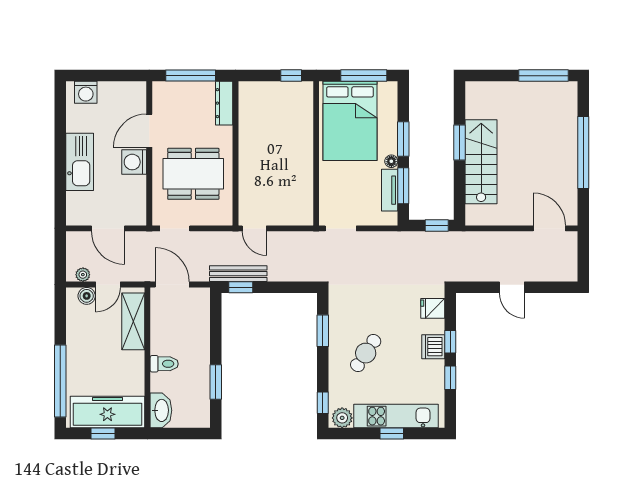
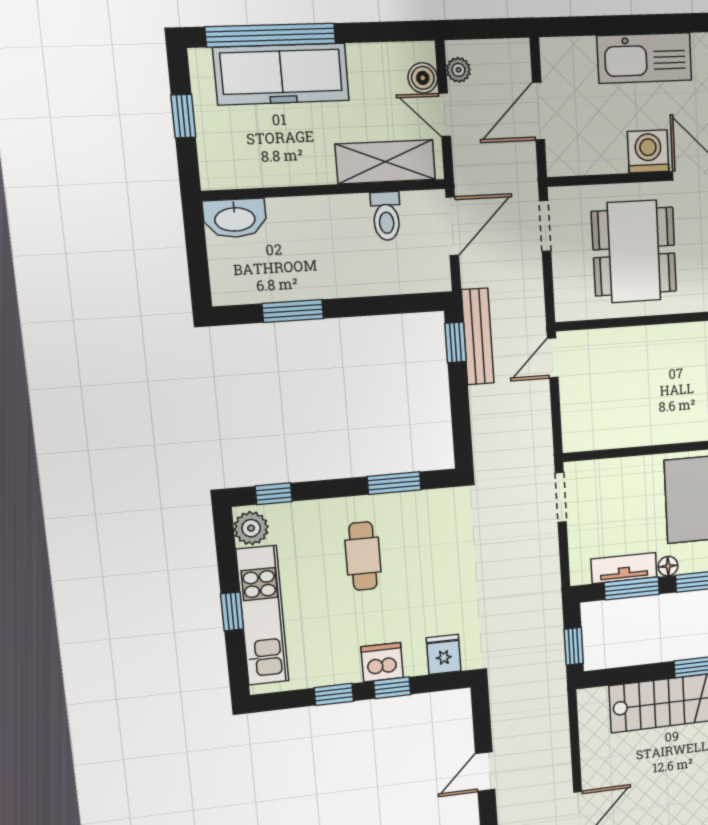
cafe table: (366, 353) -> (363, 556), turned 56
toilet: (164, 364) -> (386, 216), moved
freezer: (107, 412) -> (281, 74), moved, turned 90

